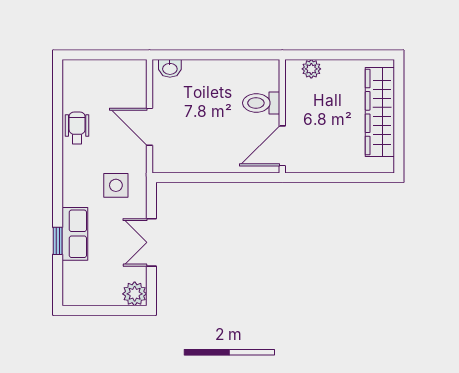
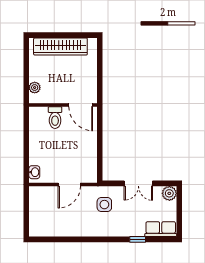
wheelchair: (77, 128) -> (70, 228), removed
row of seats: (75, 234) -> (161, 229), moved

